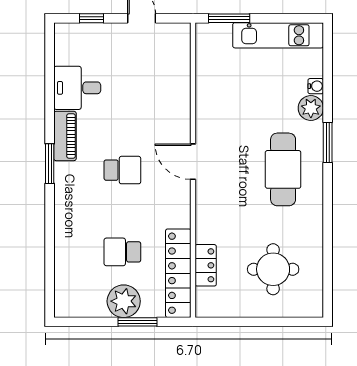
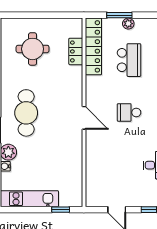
window: (229, 18) -> (61, 210), width x0.67
school desk: (122, 252) -> (129, 60), width x1.85
plant: (124, 301) -> (128, 24), width x0.53, depth x0.53

